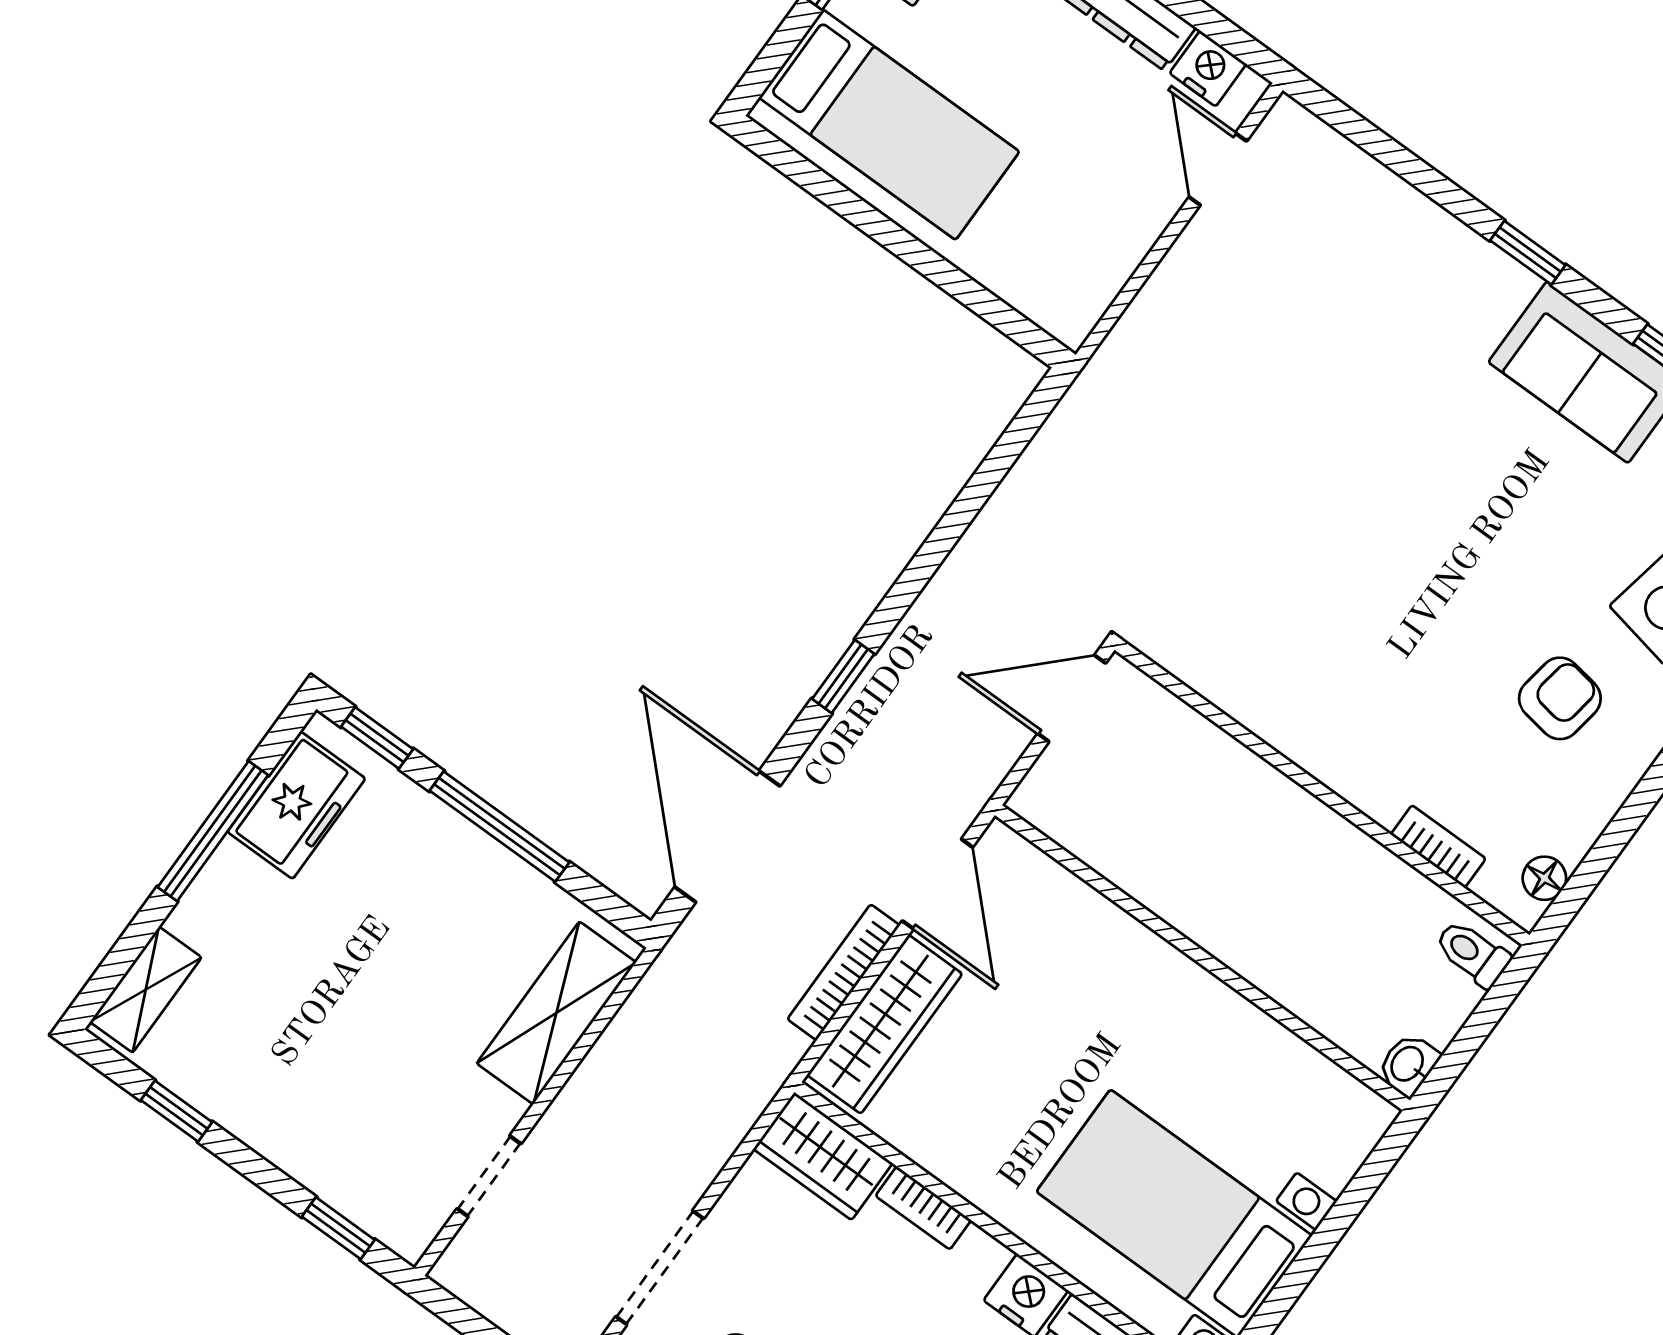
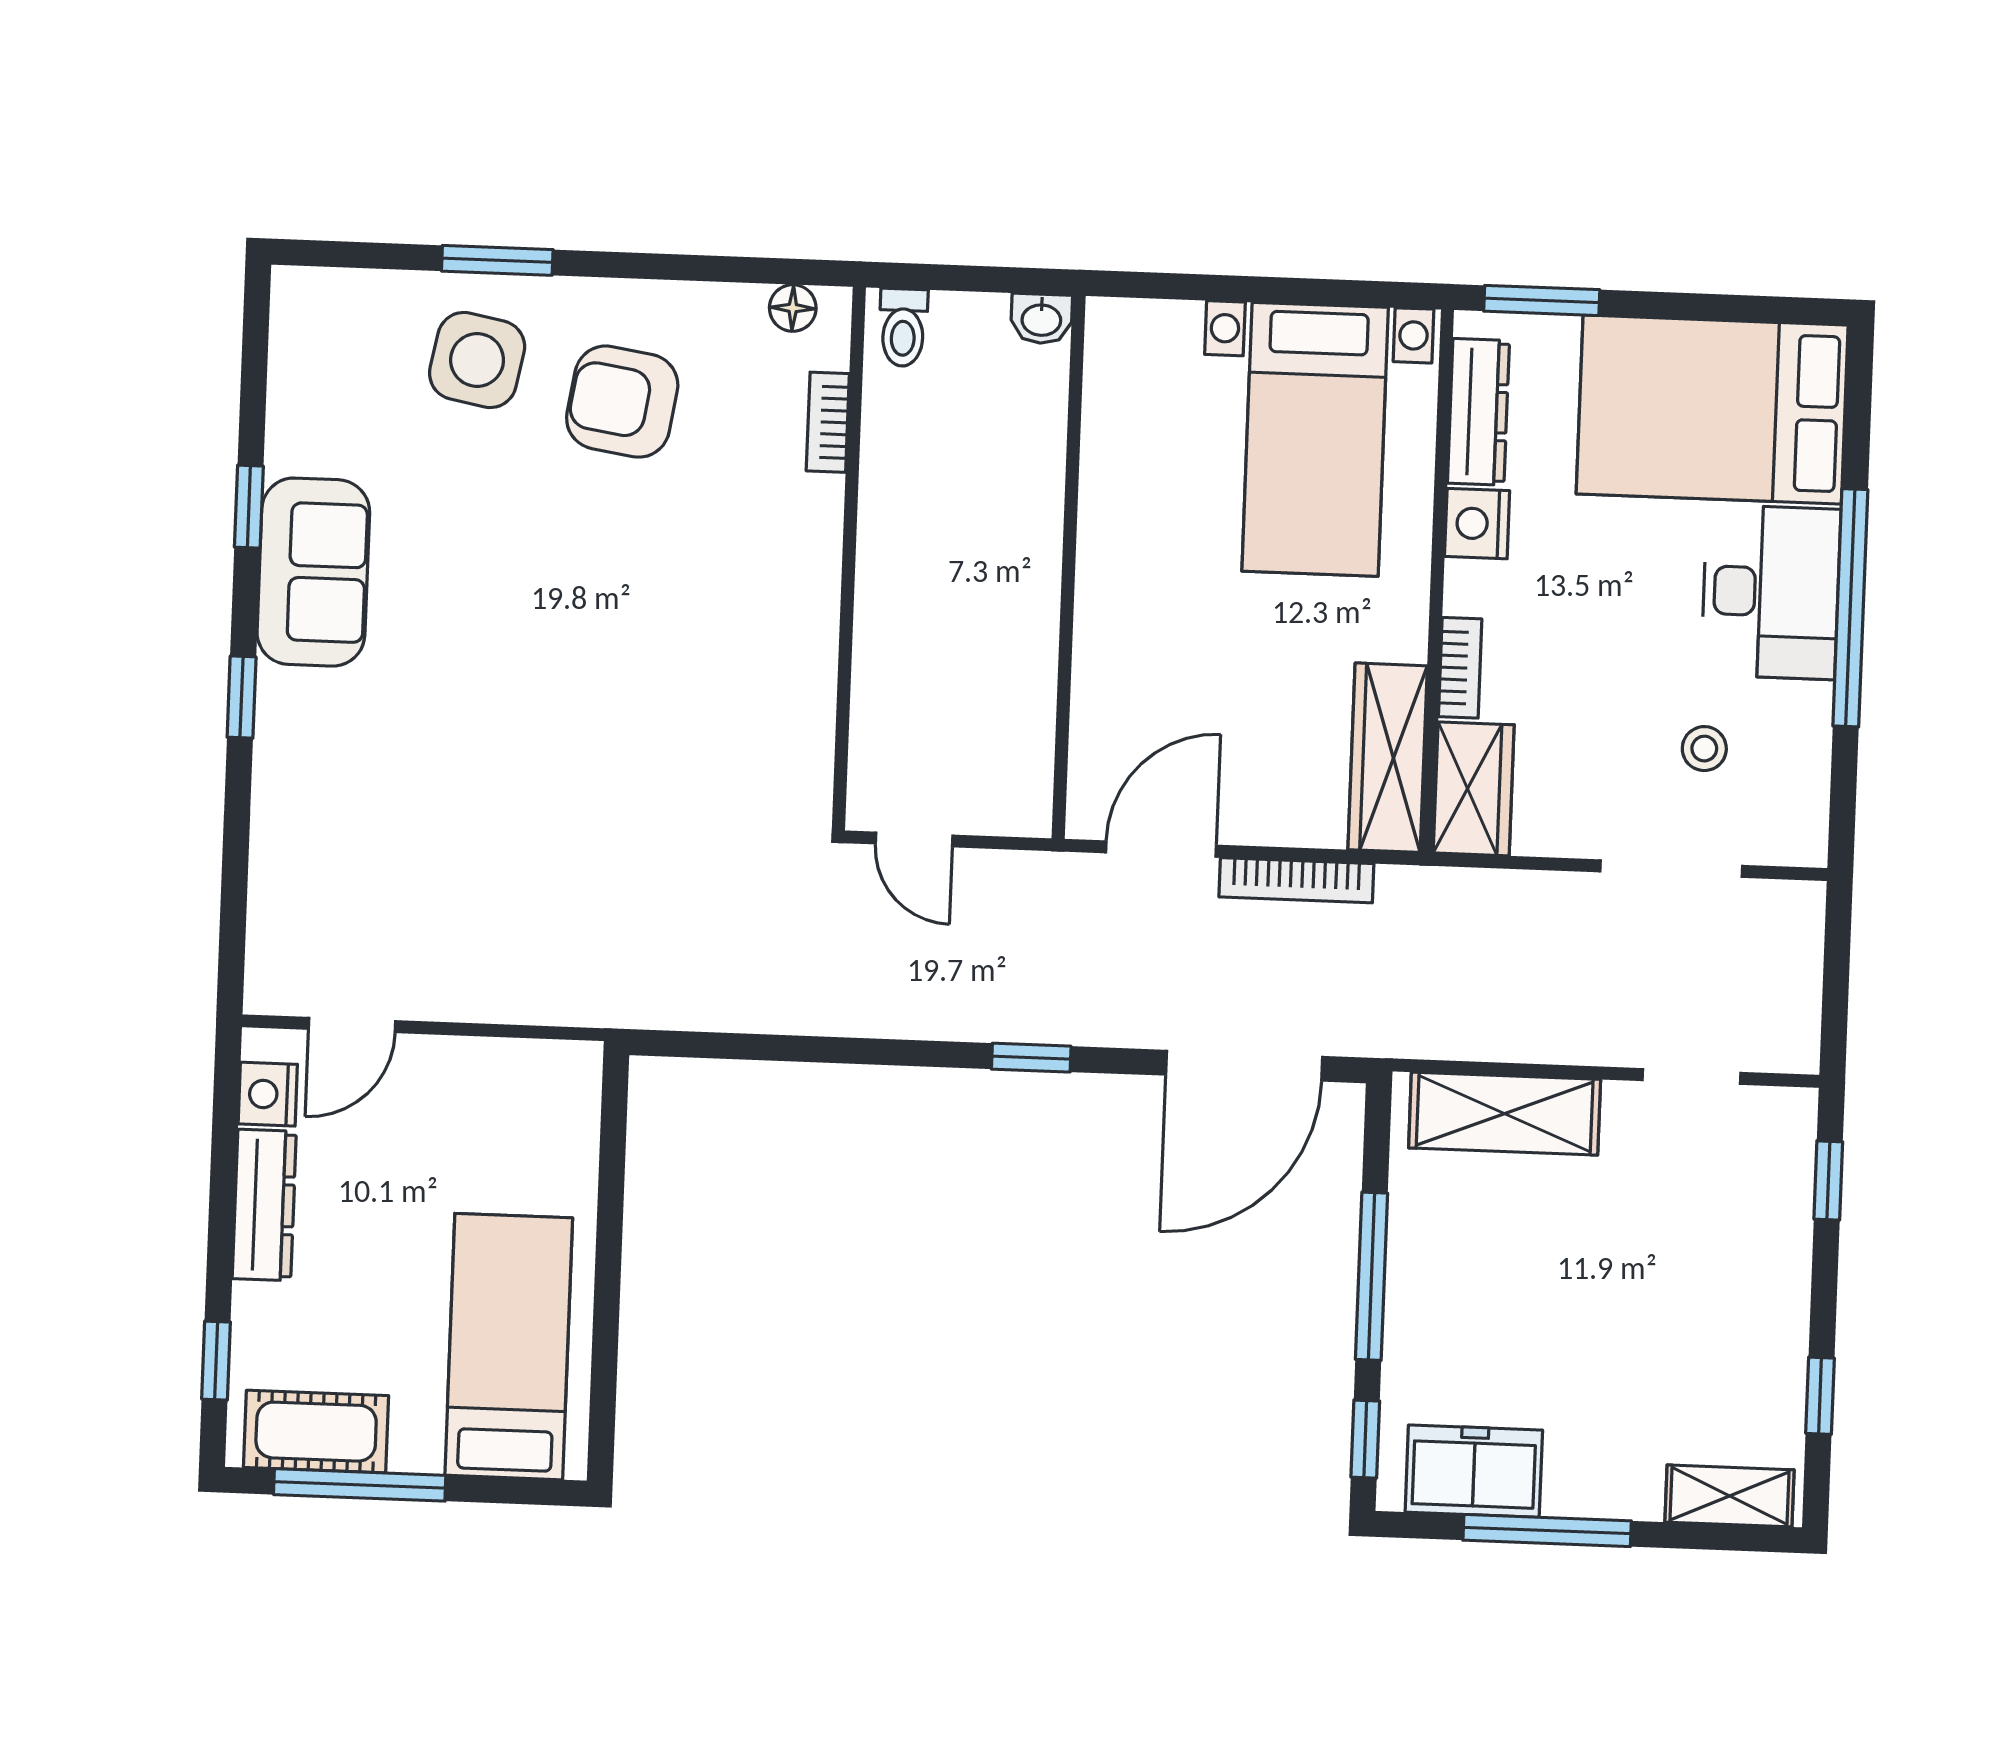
door: (1072, 698) -> (914, 839), width x0.73
armchair: (1560, 698) -> (622, 402), width x1.38, depth x1.38
wardrobe: (885, 1024) -> (1388, 758), moved, turned -90

